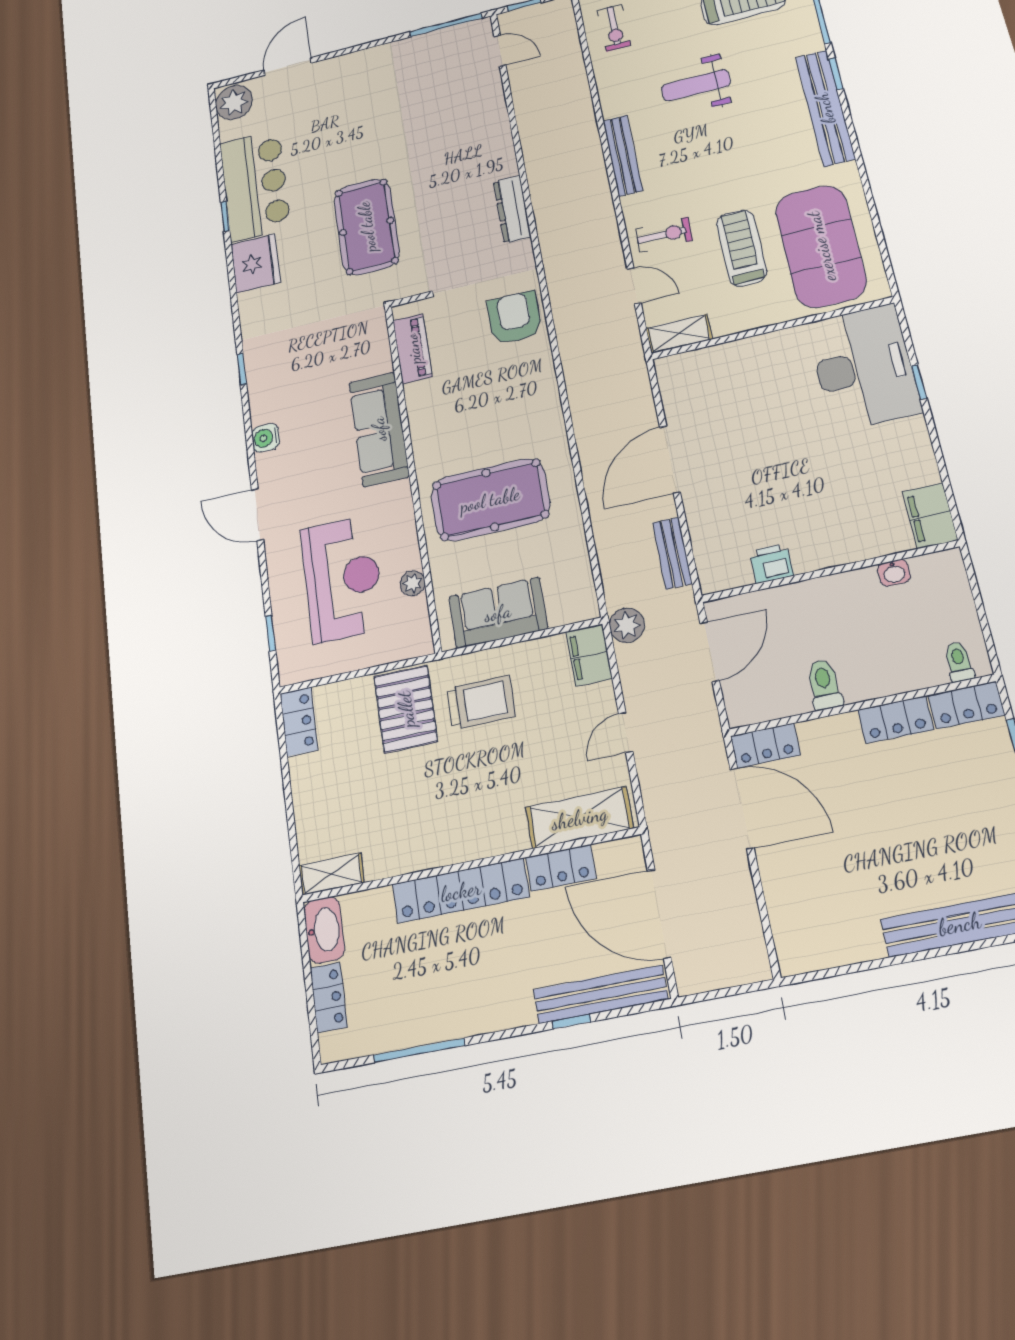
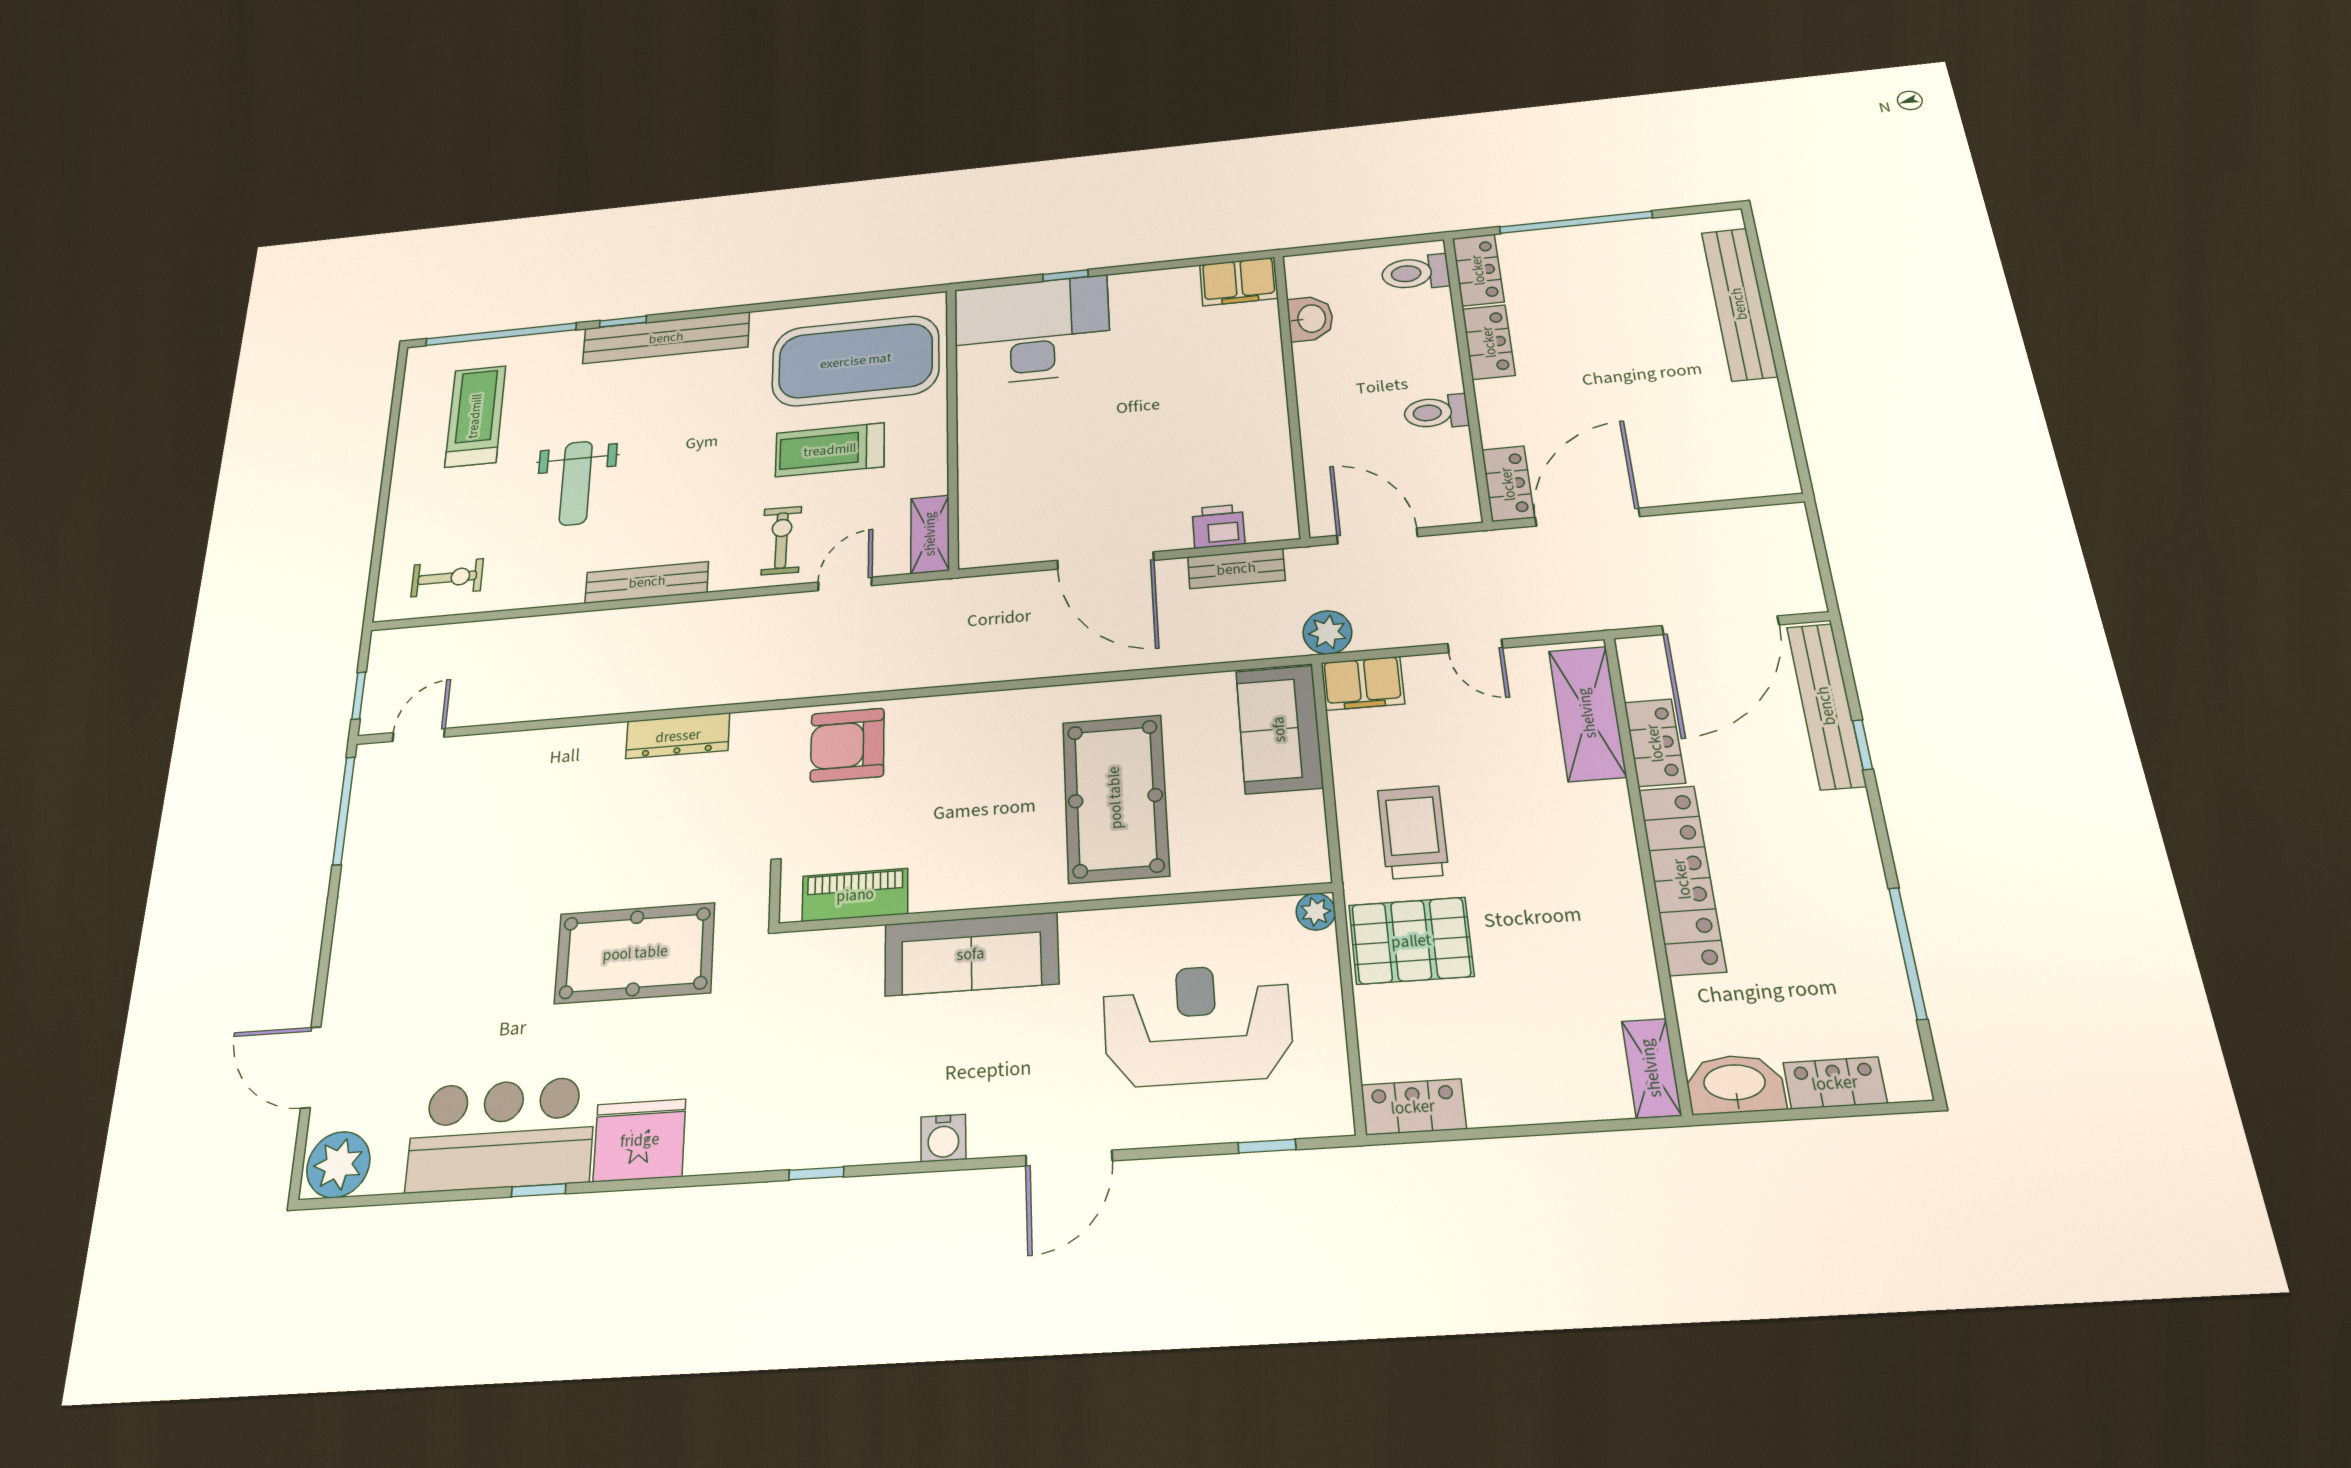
printer: (771, 563) -> (1218, 526), moved, turned 90
washbasin: (894, 573) -> (1310, 319), width x1.38, depth x1.45
plant: (413, 583) -> (1316, 912), moved
sofa: (498, 613) -> (1279, 729), moved
toilet: (959, 662) -> (1415, 273), width x1.37, depth x1.39

